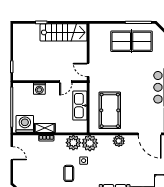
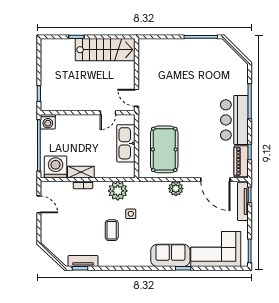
table tennis table: (132, 41) -> (192, 61), removed
washing machine: (39, 89) -> (48, 122), moved
plant: (90, 143) -> (139, 191), removed

